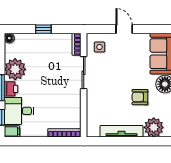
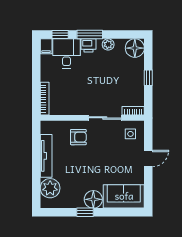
floor lamp: (9, 38) -> (135, 48), width x1.89, depth x1.89
plant: (15, 69) -> (108, 44), width x0.53, depth x0.53
armchair: (140, 97) -> (78, 137), moved, turned 90

